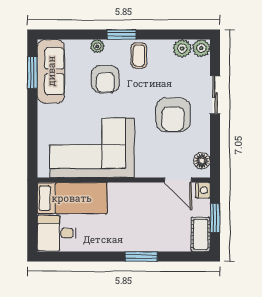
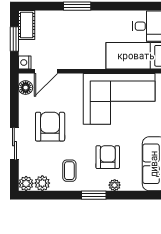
coffee table: (139, 56) -> (69, 171), moved
door: (178, 180) -> (46, 71), swing flipped

